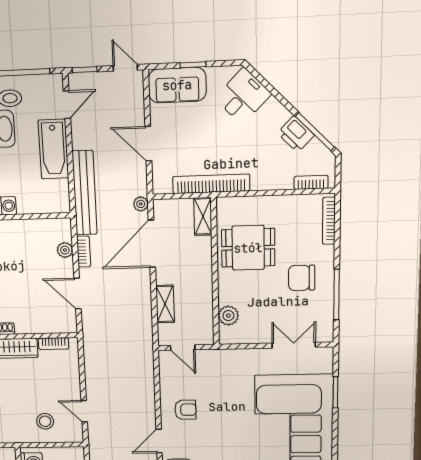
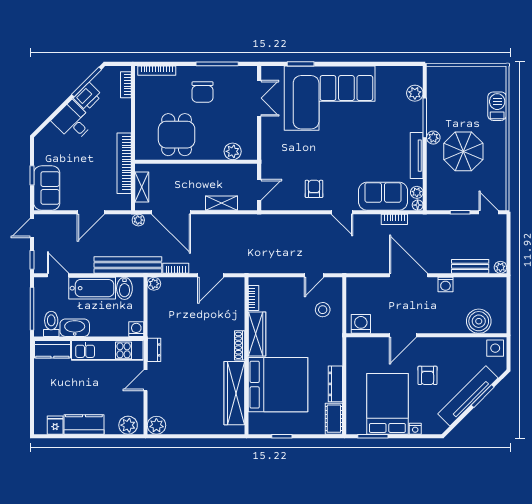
desk: (243, 96) -> (73, 122), moved
bidet: (56, 190) -> (124, 288), added
shelving: (203, 216) -> (142, 187), moved, turned 90
plant: (65, 250) -> (154, 284), moved
double door: (294, 345) -> (259, 98), swing flipped

